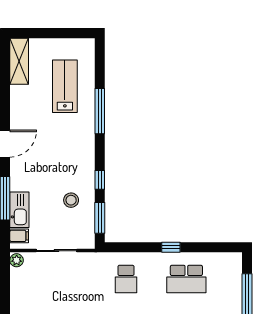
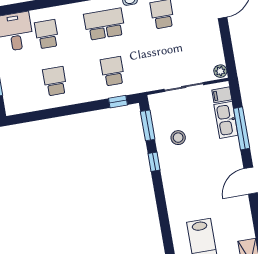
window: (100, 111) -> (165, 227), removed
window: (171, 247) -> (118, 102), moved
school desk: (186, 279) -> (55, 81), width x0.54

